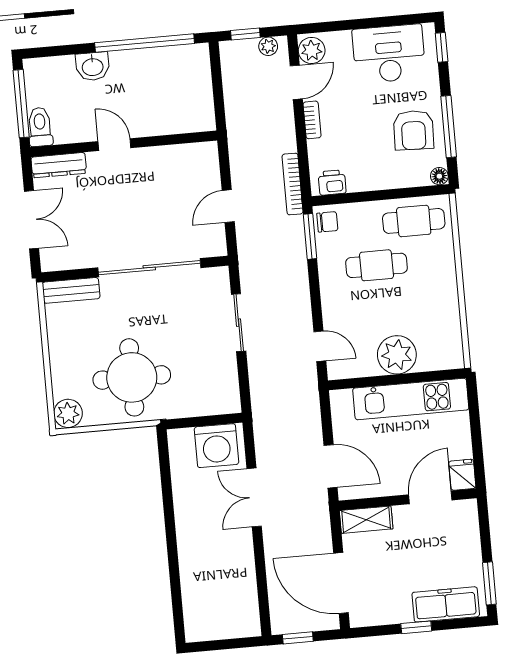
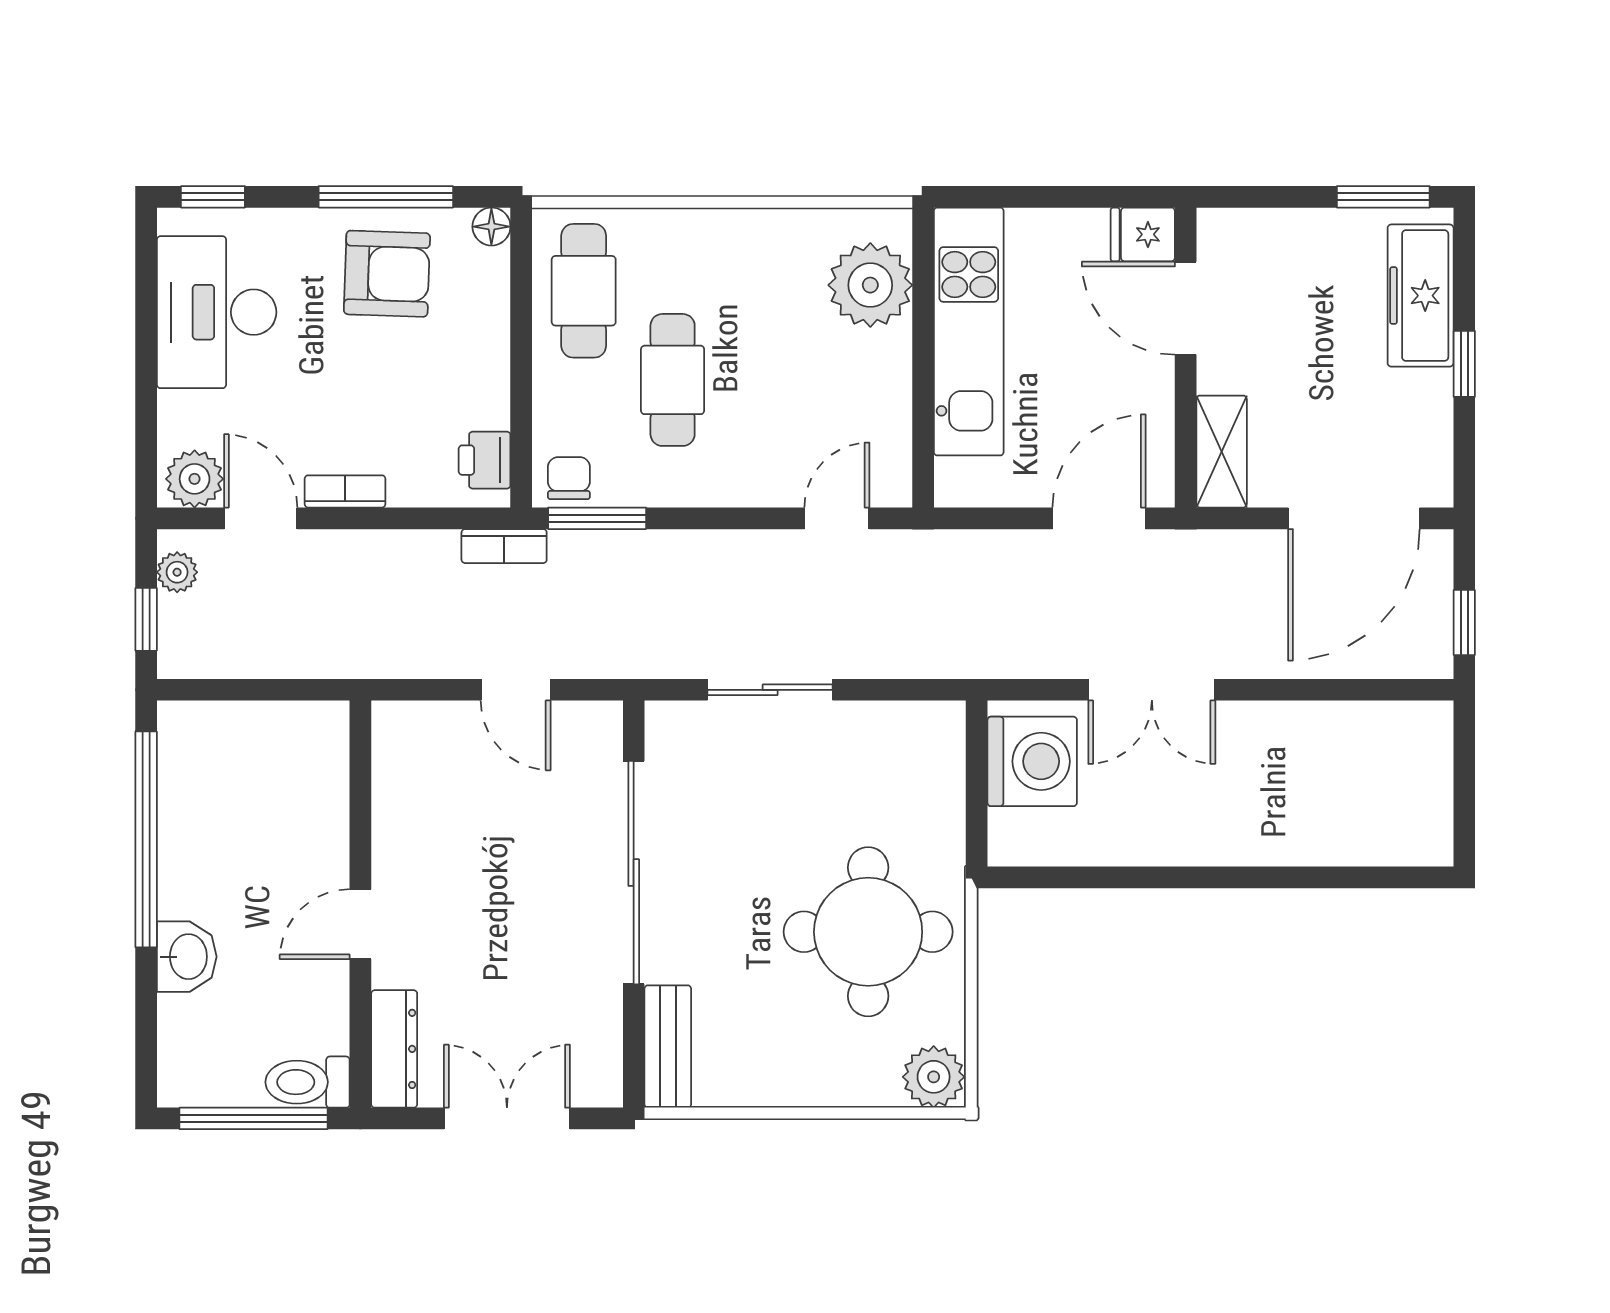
bookcase: (293, 184) -> (504, 546), width x0.64
plant: (397, 355) -> (870, 285), moved

